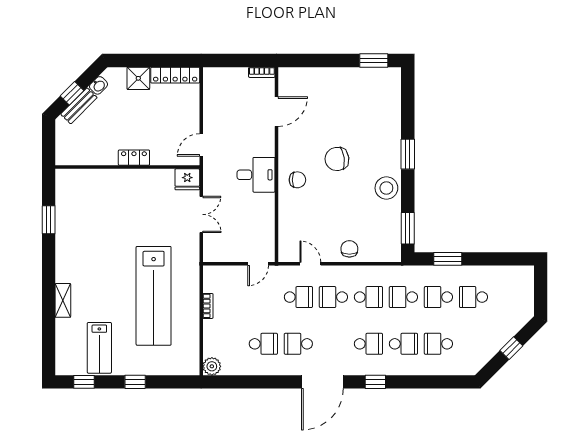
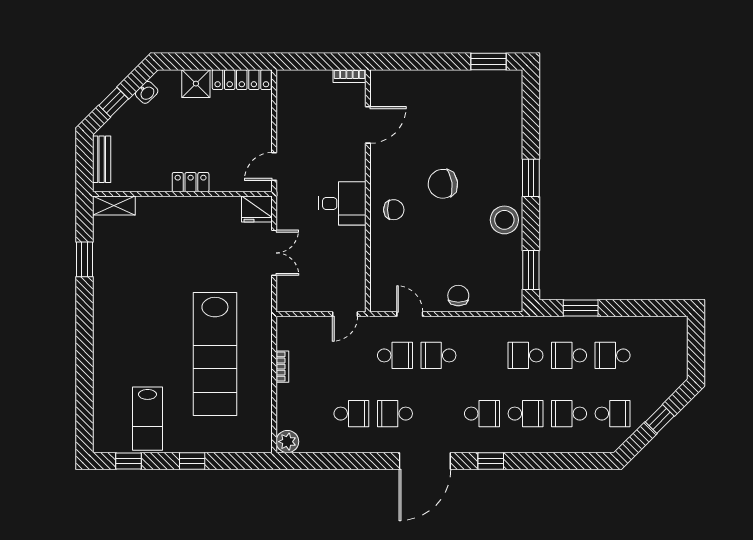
bench: (79, 106) -> (102, 159), moved, turned -45
school desk: (368, 297) -> (613, 414), moved
shelving: (63, 300) -> (114, 205), moved, turned 90

